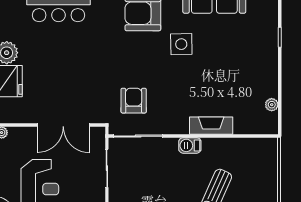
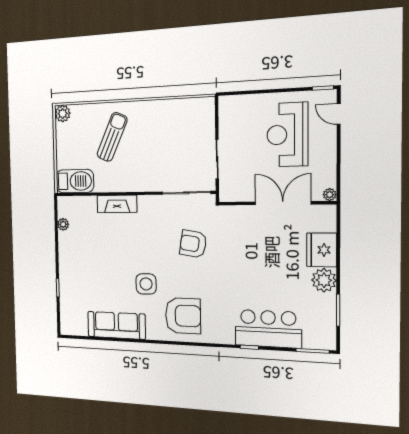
armchair: (134, 101) -> (193, 244), moved, turned 99
double door: (63, 125) -> (283, 203), moved
barbecue: (190, 145) -> (75, 181), moved, width x1.88, depth x1.53

